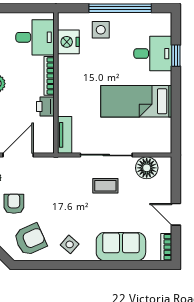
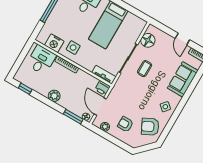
side table: (101, 30) -> (73, 48), moved
printer: (45, 107) -> (103, 88), moved
door: (176, 214) -> (182, 39), hinge flipped
armchair: (30, 240) -> (150, 127), turned -92

